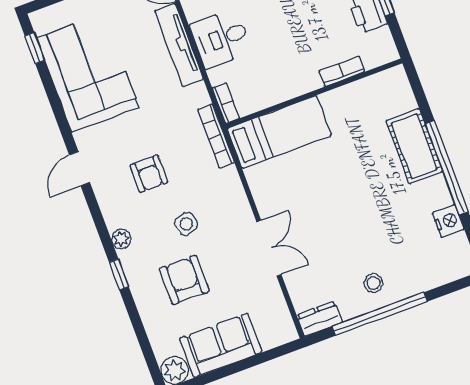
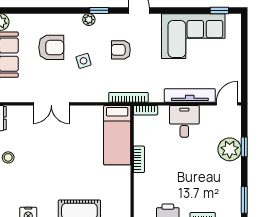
bookcase: (342, 71) -> (139, 159), moved
window: (119, 275) -> (99, 10), moved

